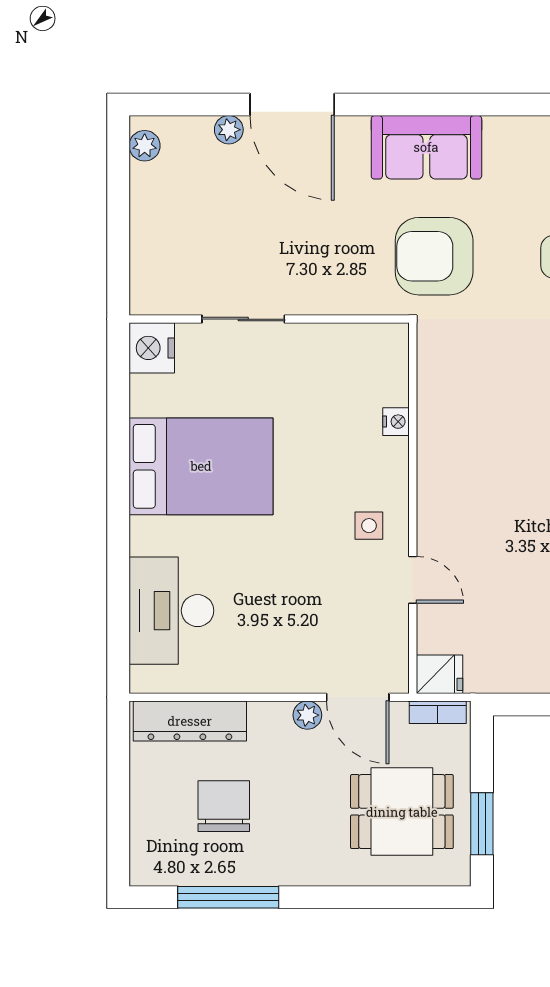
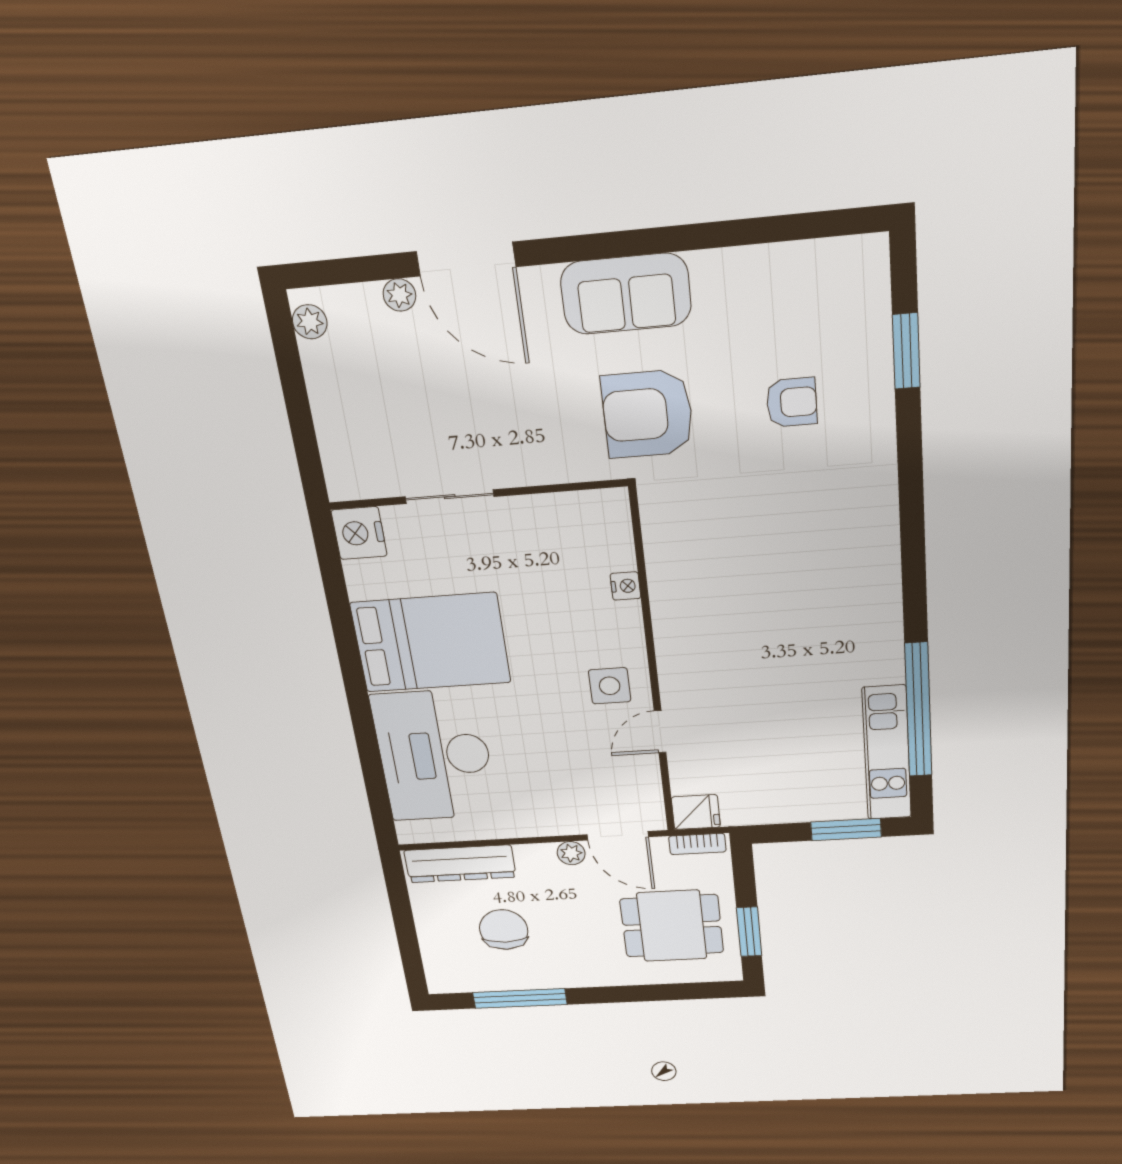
side table: (369, 526) -> (610, 686), width x1.37, depth x1.37
door: (413, 580) -> (660, 732), swing flipped
desk: (171, 611) -> (434, 756), width x1.36, depth x1.30

